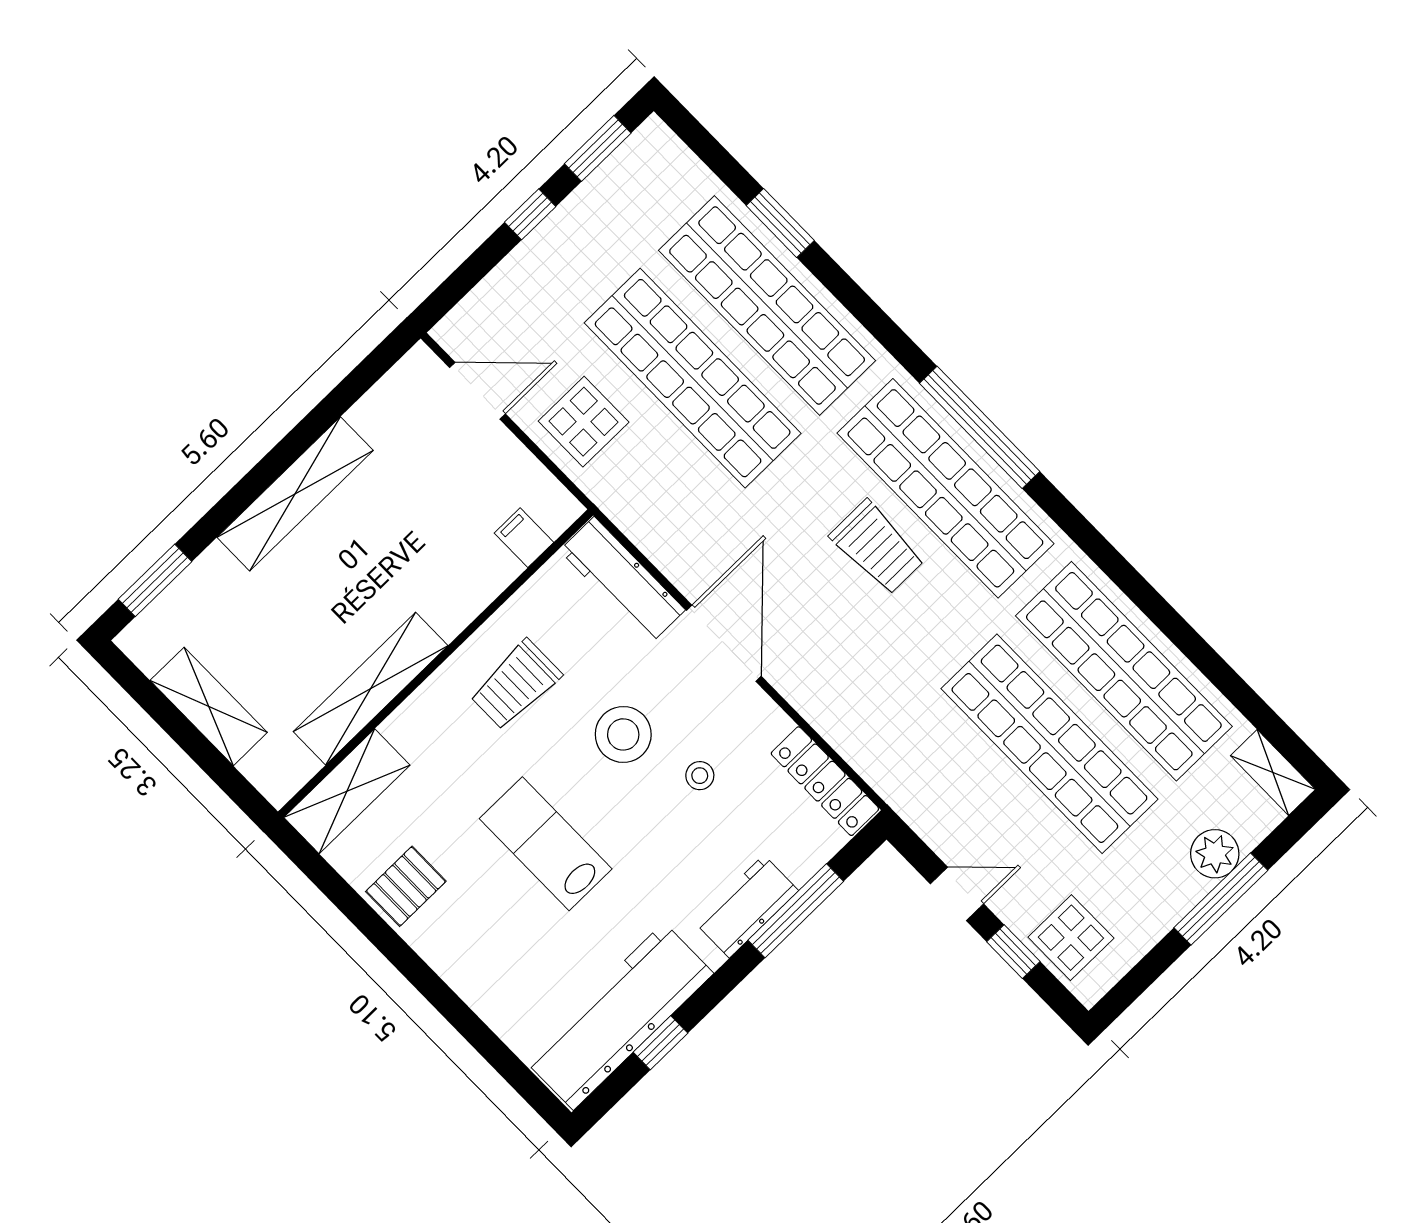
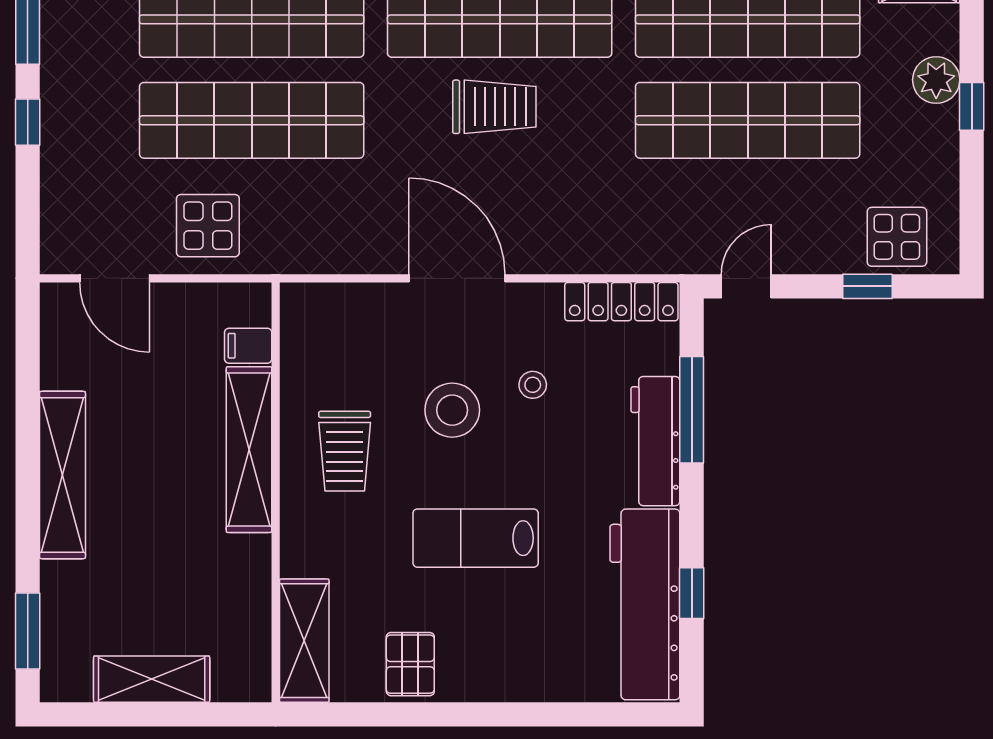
door: (477, 391) -> (114, 278), swing flipped
workbench: (622, 580) -> (344, 306), removed
shelving: (371, 689) -> (249, 450), moved
door: (957, 894) -> (746, 286), moved
window: (1221, 899) -> (972, 106), width x0.46
workbench: (747, 906) -> (655, 441), width x1.38

